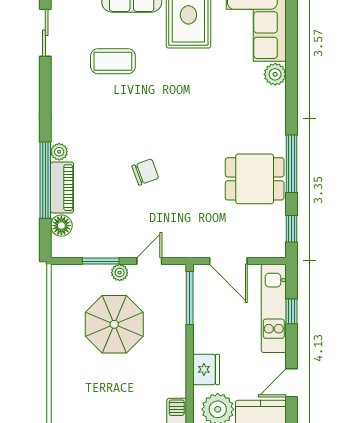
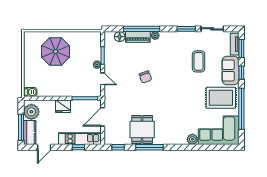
window: (45, 87) -> (186, 29), added
parasol: (114, 324) -> (56, 51), moved
fridge: (206, 369) -> (63, 106), moved
door: (292, 383) -> (44, 147), swing flipped

